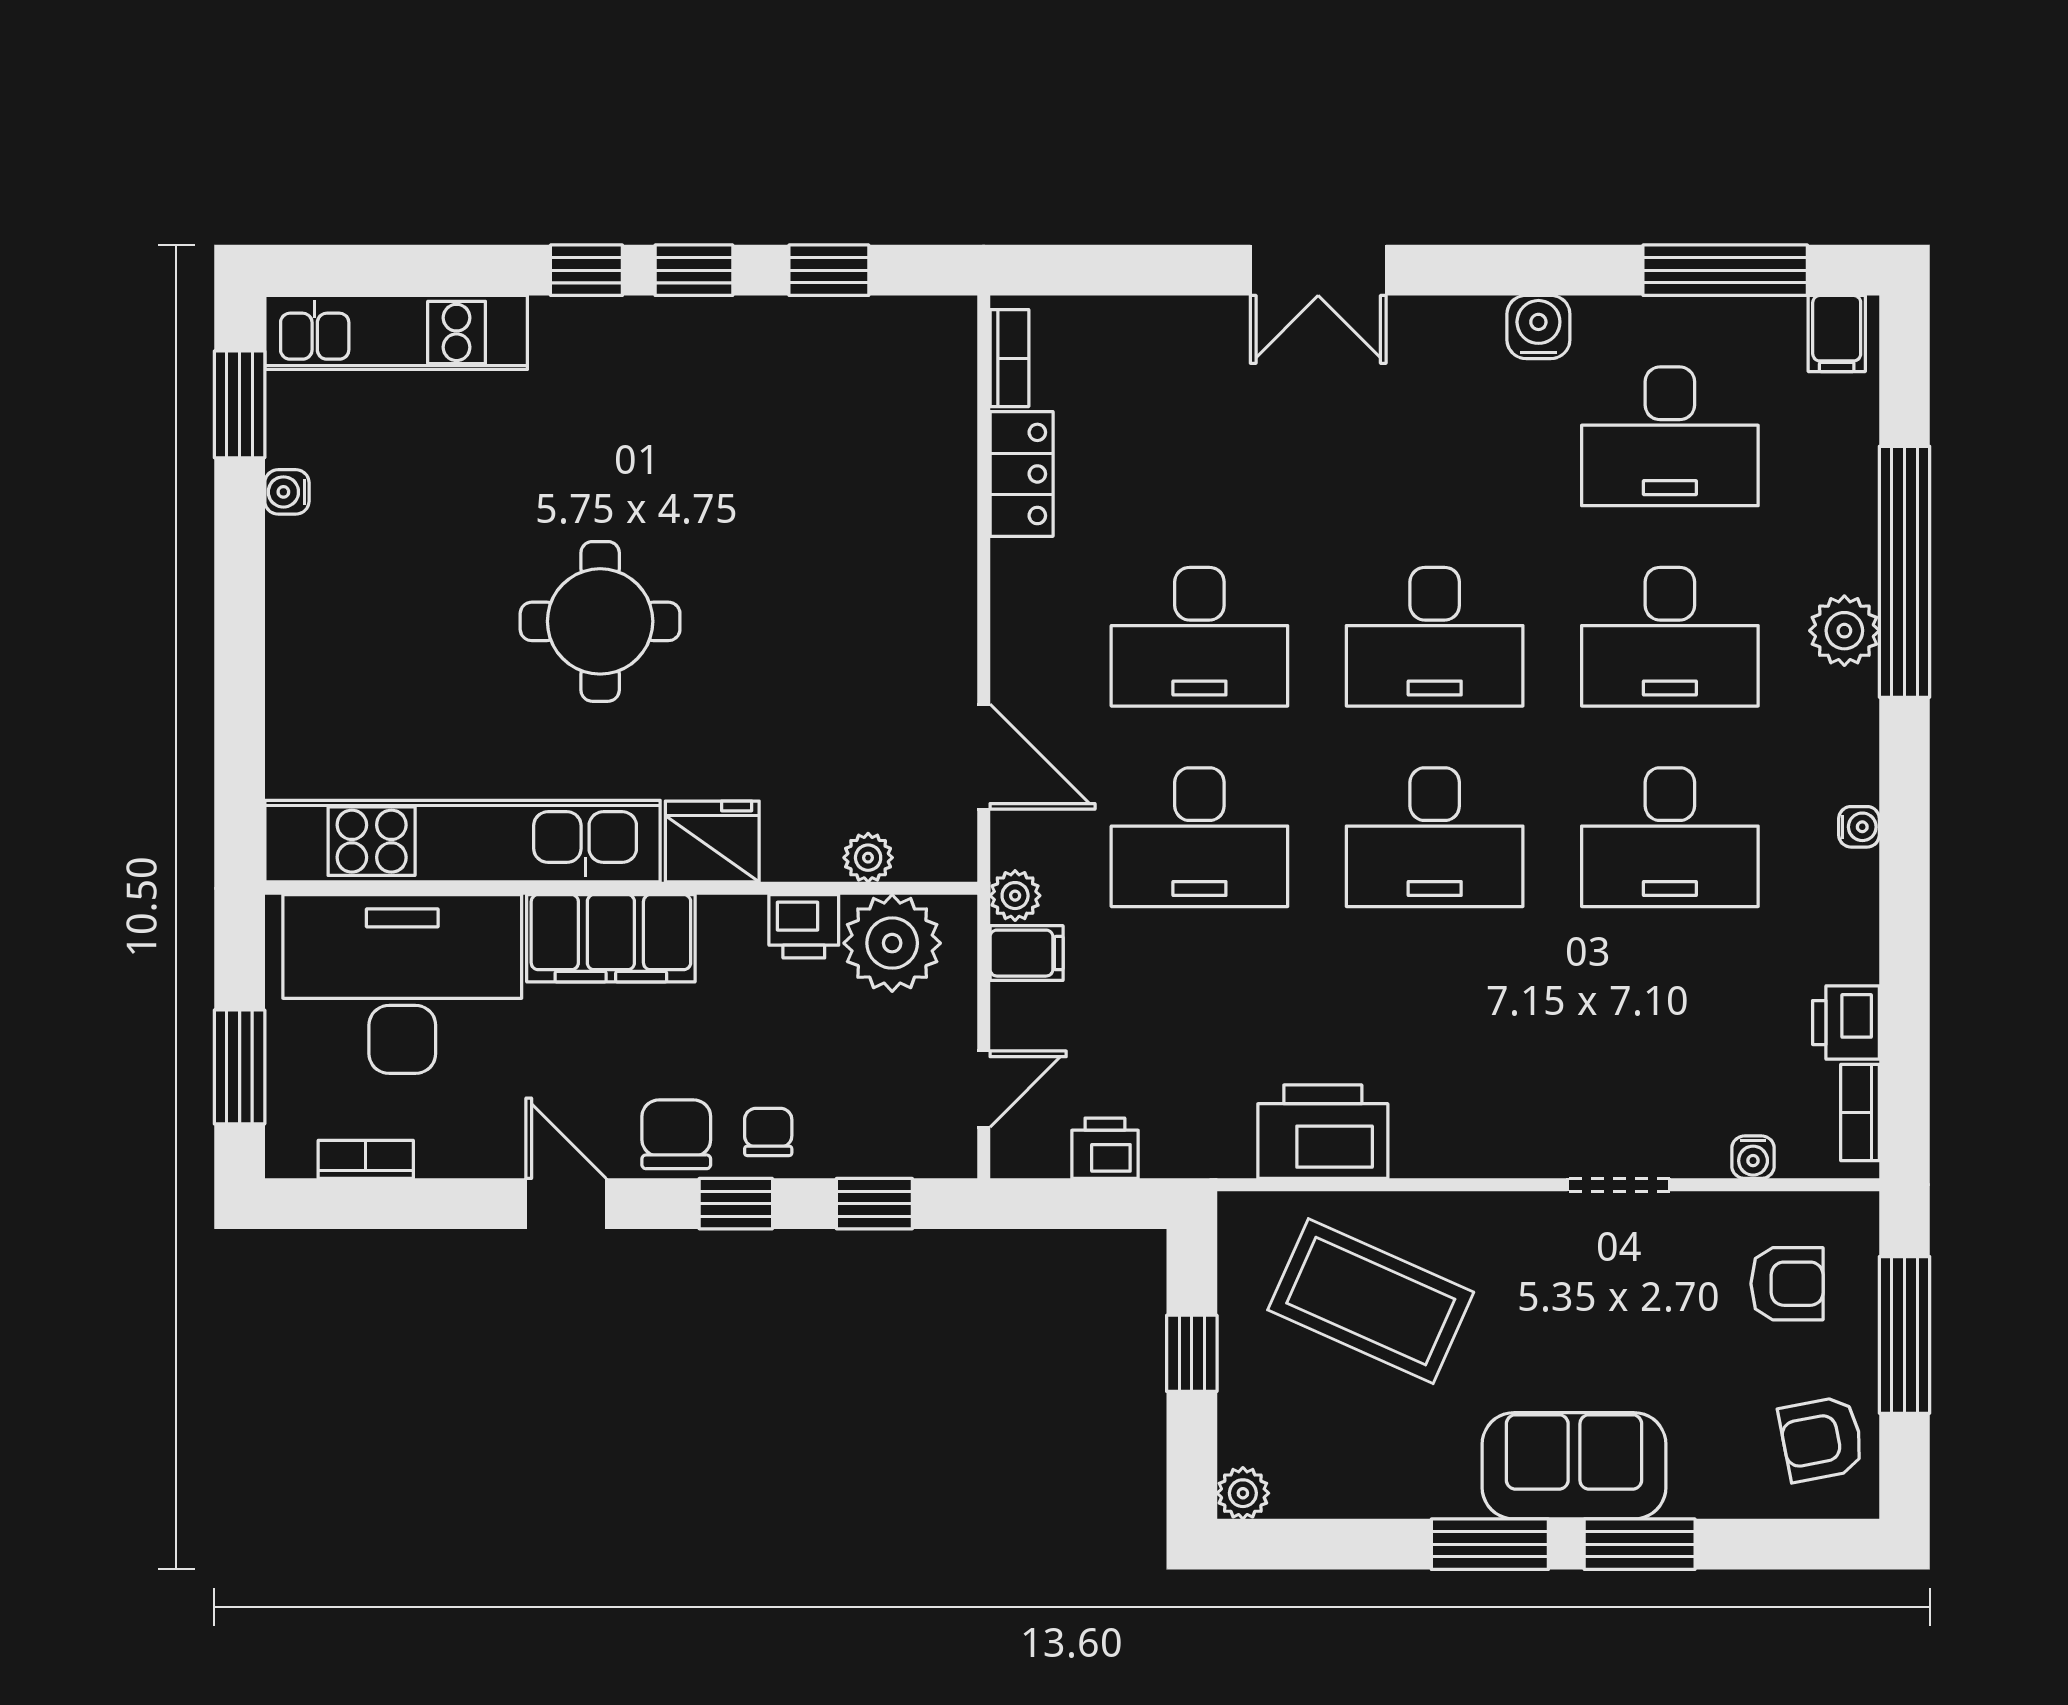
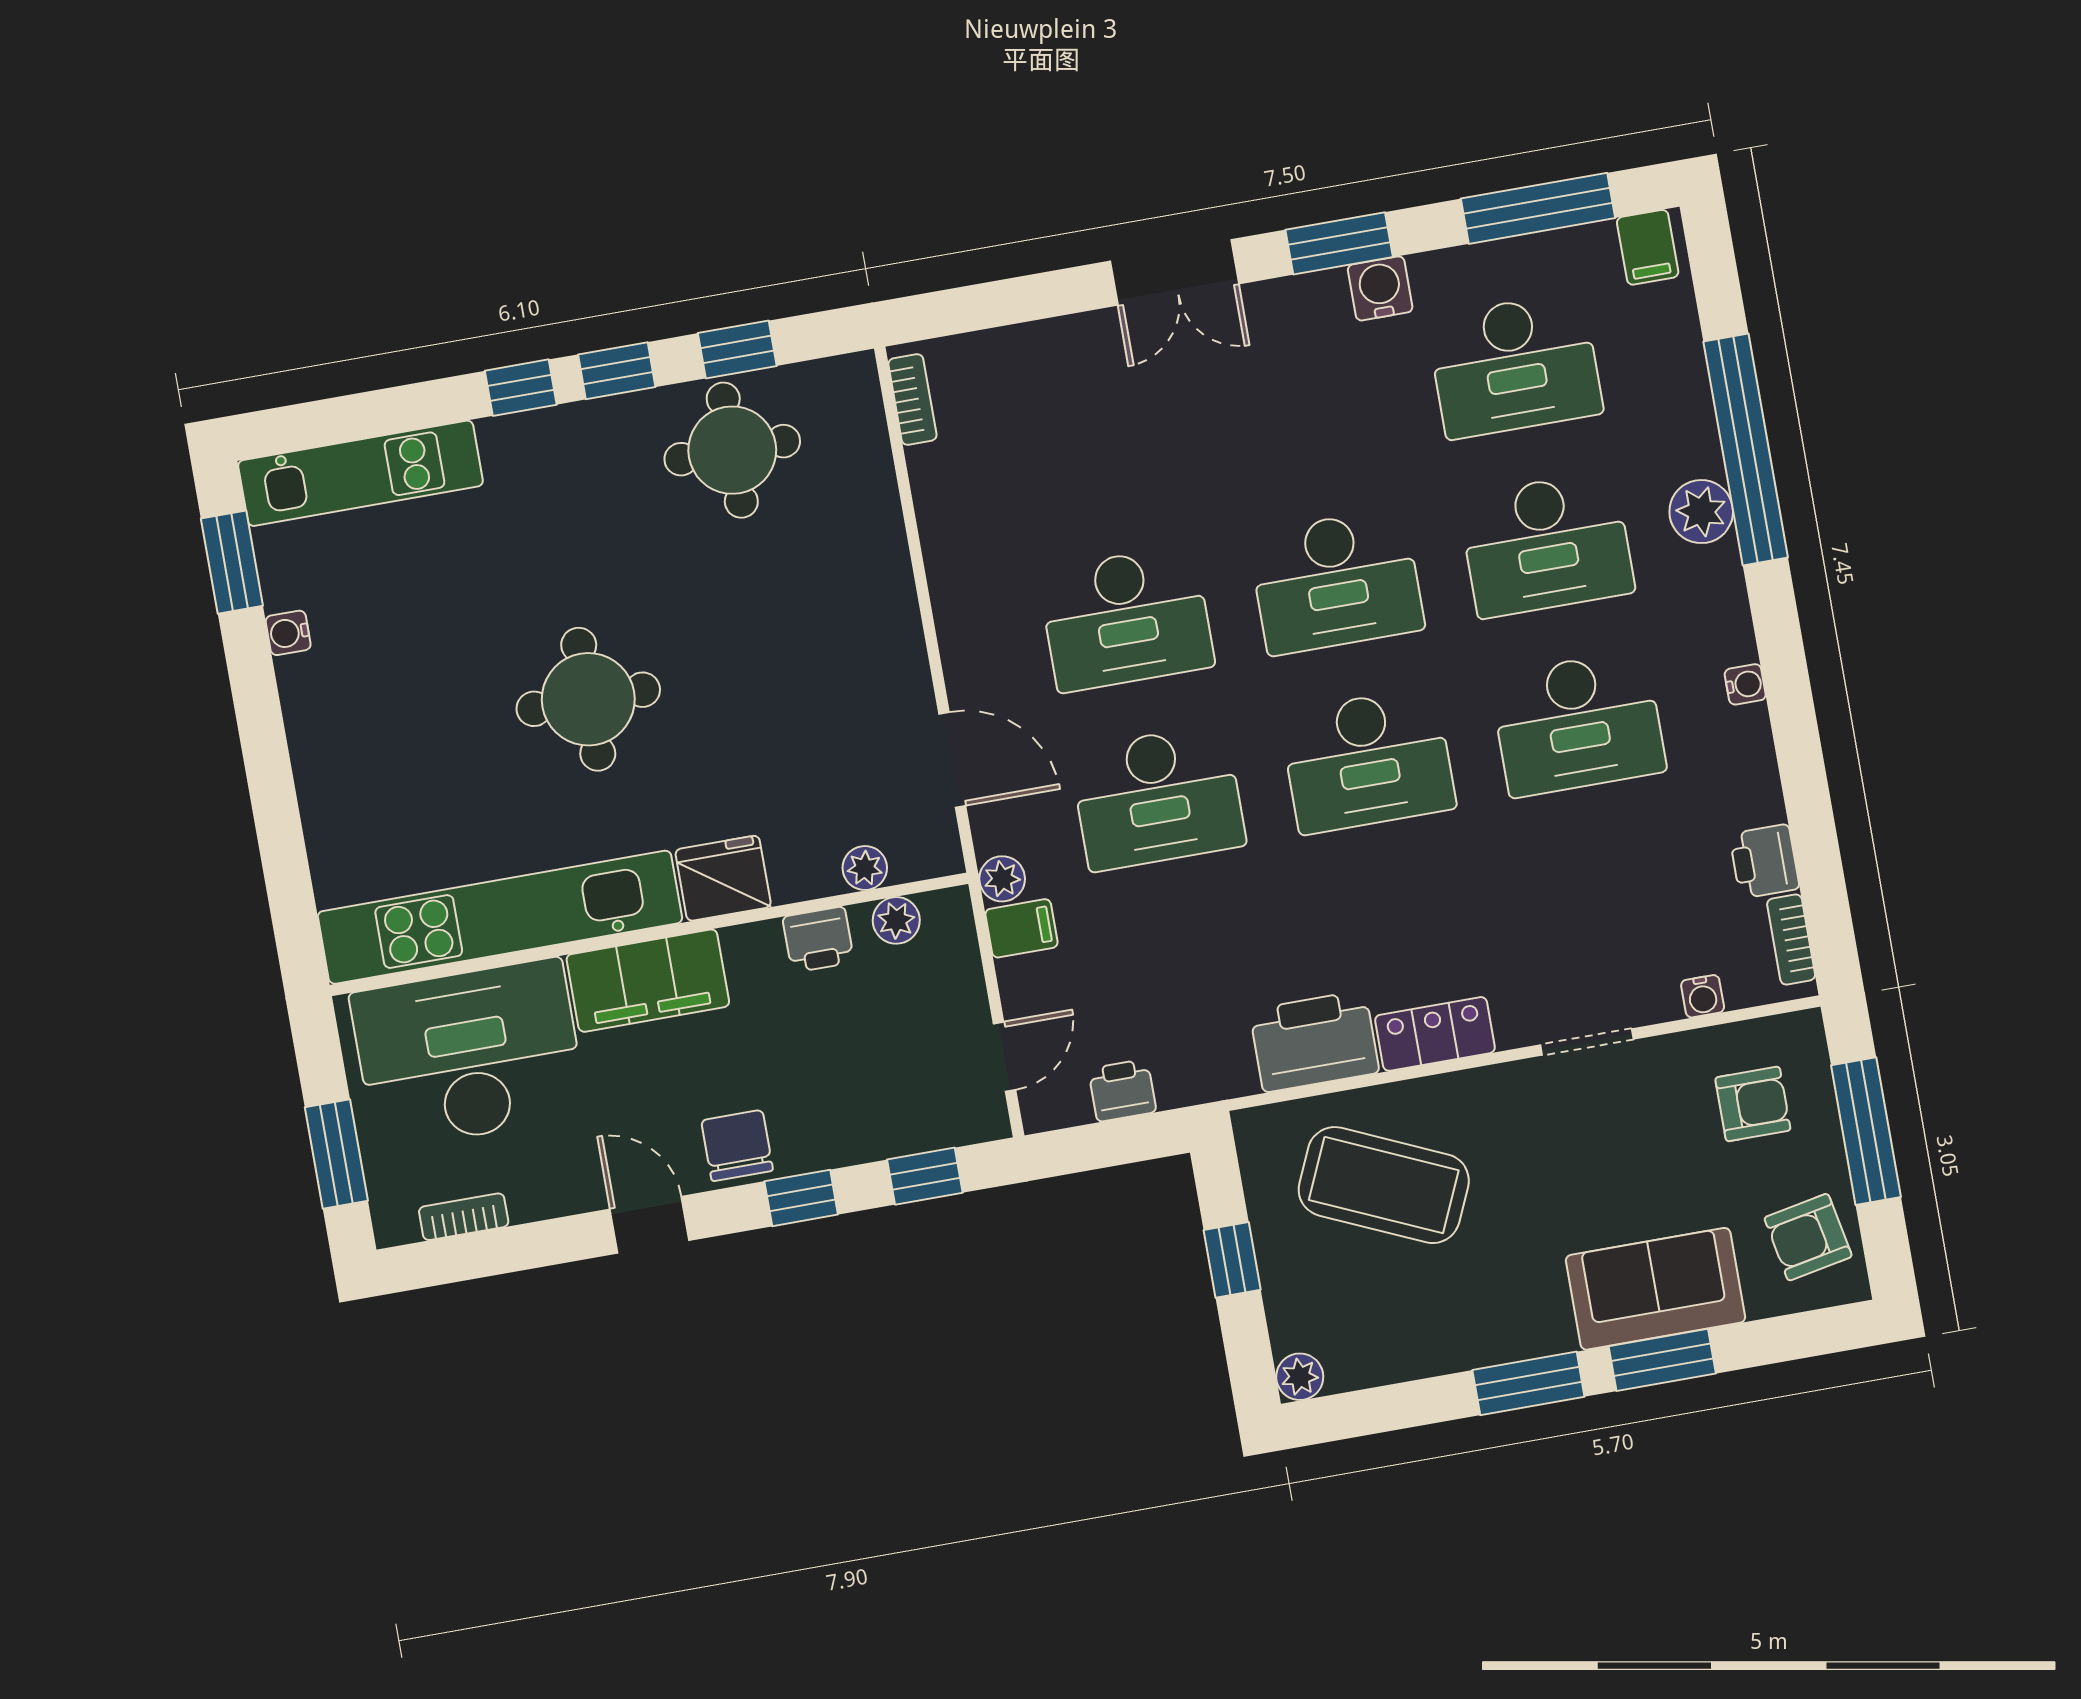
window: (1503, 270) -> (1339, 243), added
round table: (804, 379) -> (732, 450), added
locker: (1022, 474) -> (1435, 1034), moved, turned -90
plant: (892, 943) -> (896, 920), width x0.53, depth x0.53
chair: (768, 1132) -> (819, 1129), removed
sofa: (1574, 1466) -> (1655, 1289), moved

